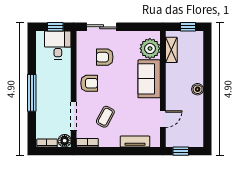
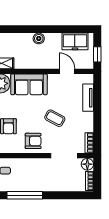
armchair: (89, 83) -> (33, 141), turned 90
window: (32, 93) -> (25, 195), moved
coffee table: (105, 117) -> (55, 118), moved
freezer: (194, 128) -> (75, 41), added

